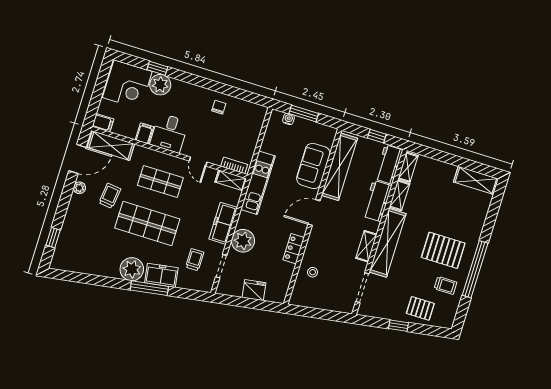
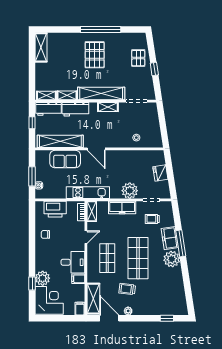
printer: (249, 131) -> (55, 209), added
locker: (294, 249) -> (125, 155), removed
trolley: (445, 285) -> (118, 46), removed

